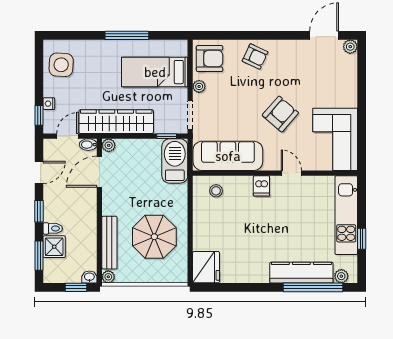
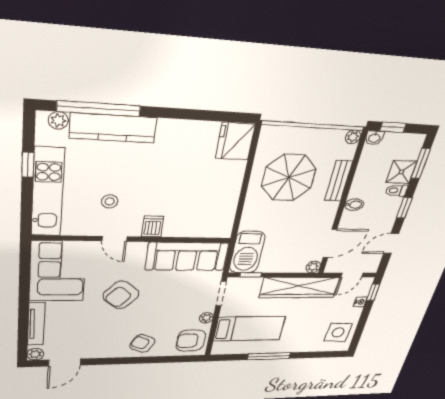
tv unit: (351, 82) -> (36, 324), added
bidet: (88, 145) -> (354, 205), moved
stool: (216, 191) -> (110, 201), moved
bench: (109, 243) -> (338, 181), width x0.73

